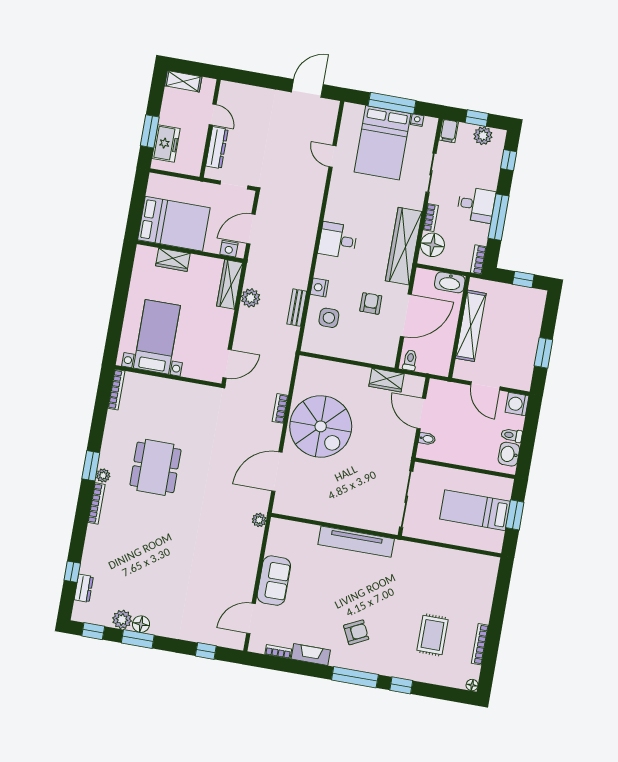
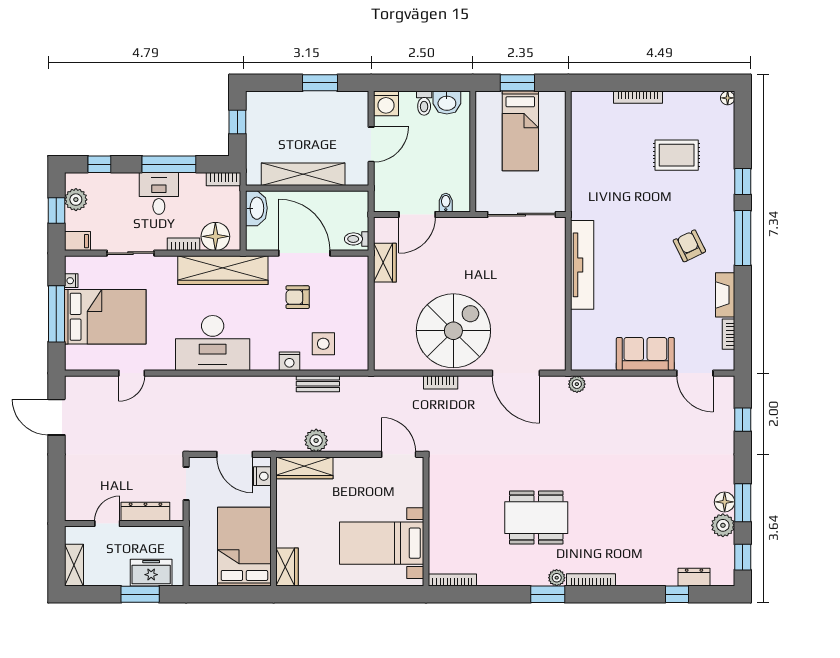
desk: (338, 240) -> (213, 343), width x1.87, depth x1.30
wardrobe: (173, 260) -> (287, 567), moved
bookcase: (480, 644) -> (638, 97), moved

